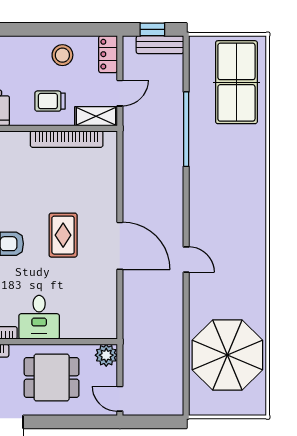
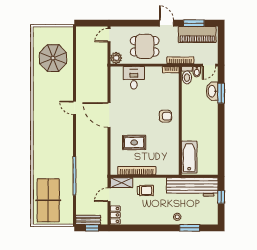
stool: (62, 55) -> (139, 214), removed
rug: (63, 235) -> (134, 142), moved, turned 90
desk: (39, 317) -> (134, 78), moved
parasol: (227, 355) -> (53, 58), width x0.73, depth x0.73
door: (120, 399) -> (109, 35), swing flipped

